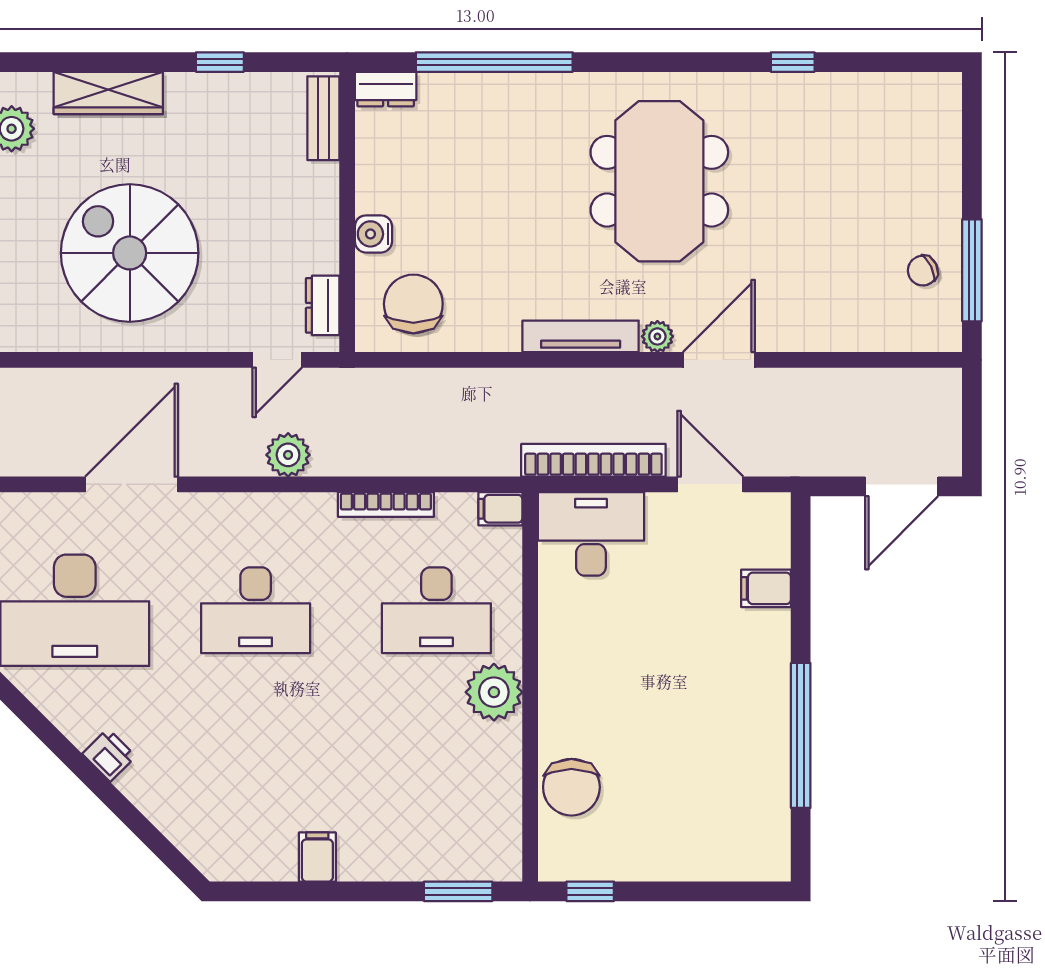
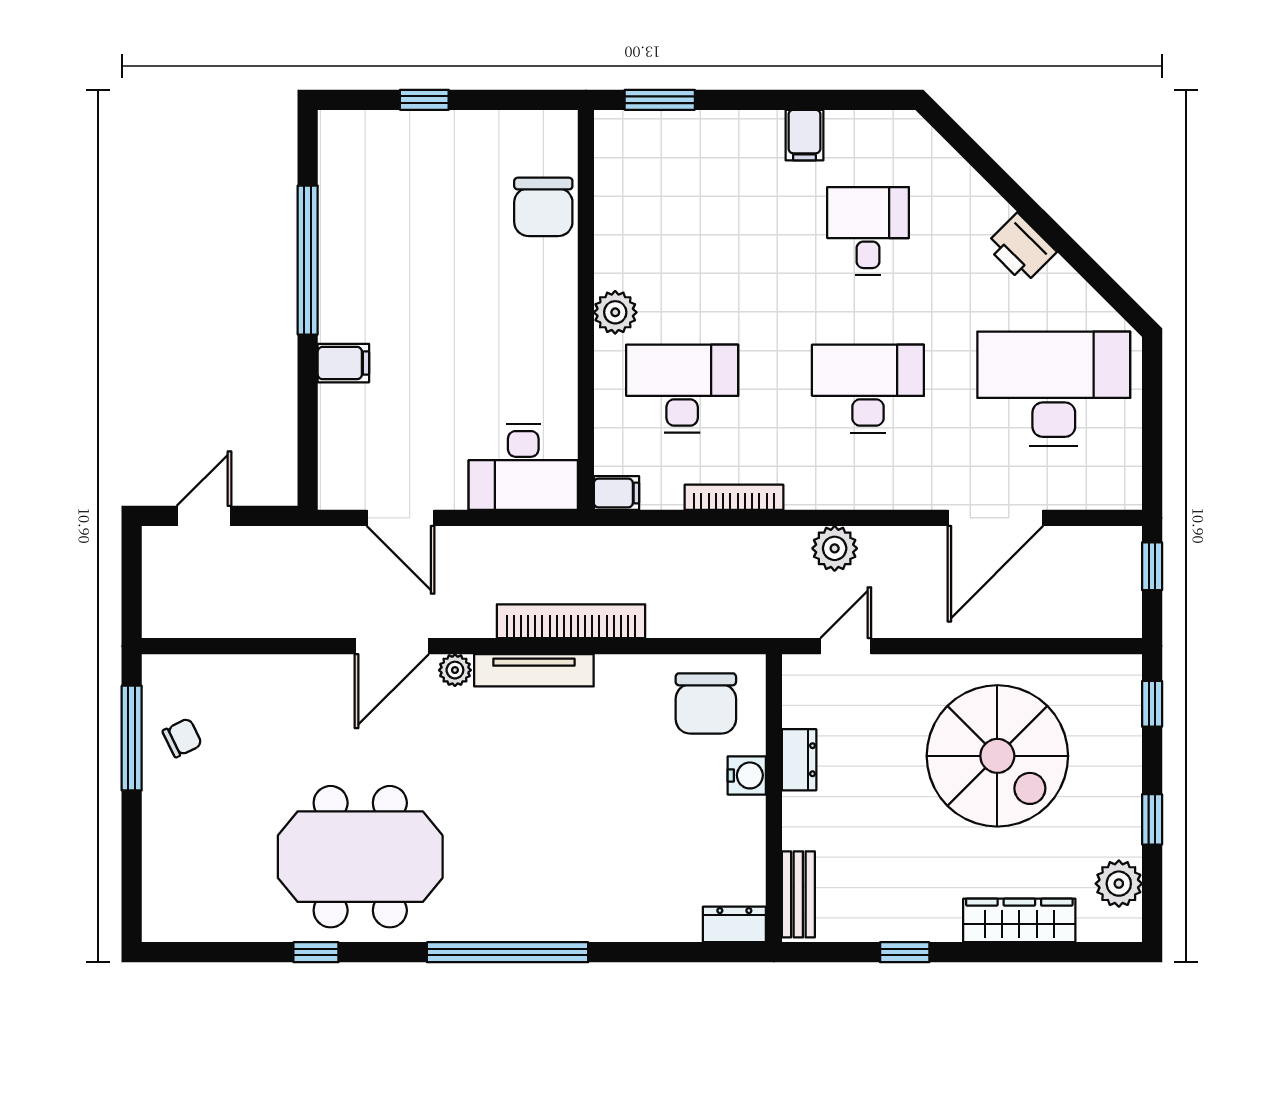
window: (494, 62) -> (508, 952), moved
meeting table: (659, 181) -> (360, 857), moved, turned 90
dresser: (323, 305) -> (799, 760), moved
bookcase: (593, 460) -> (571, 621), moved, turned 180
door: (902, 486) -> (204, 516), width x0.73
filing cabinet: (766, 588) -> (343, 363), moved
plant: (494, 692) -> (615, 312), width x0.73, depth x0.73
printer: (109, 755) -> (1021, 248), width x1.36, depth x1.24
desk: (256, 764) -> (868, 231), added
chair: (571, 787) -> (543, 207), turned 180
window: (590, 891) -> (424, 100), moved

